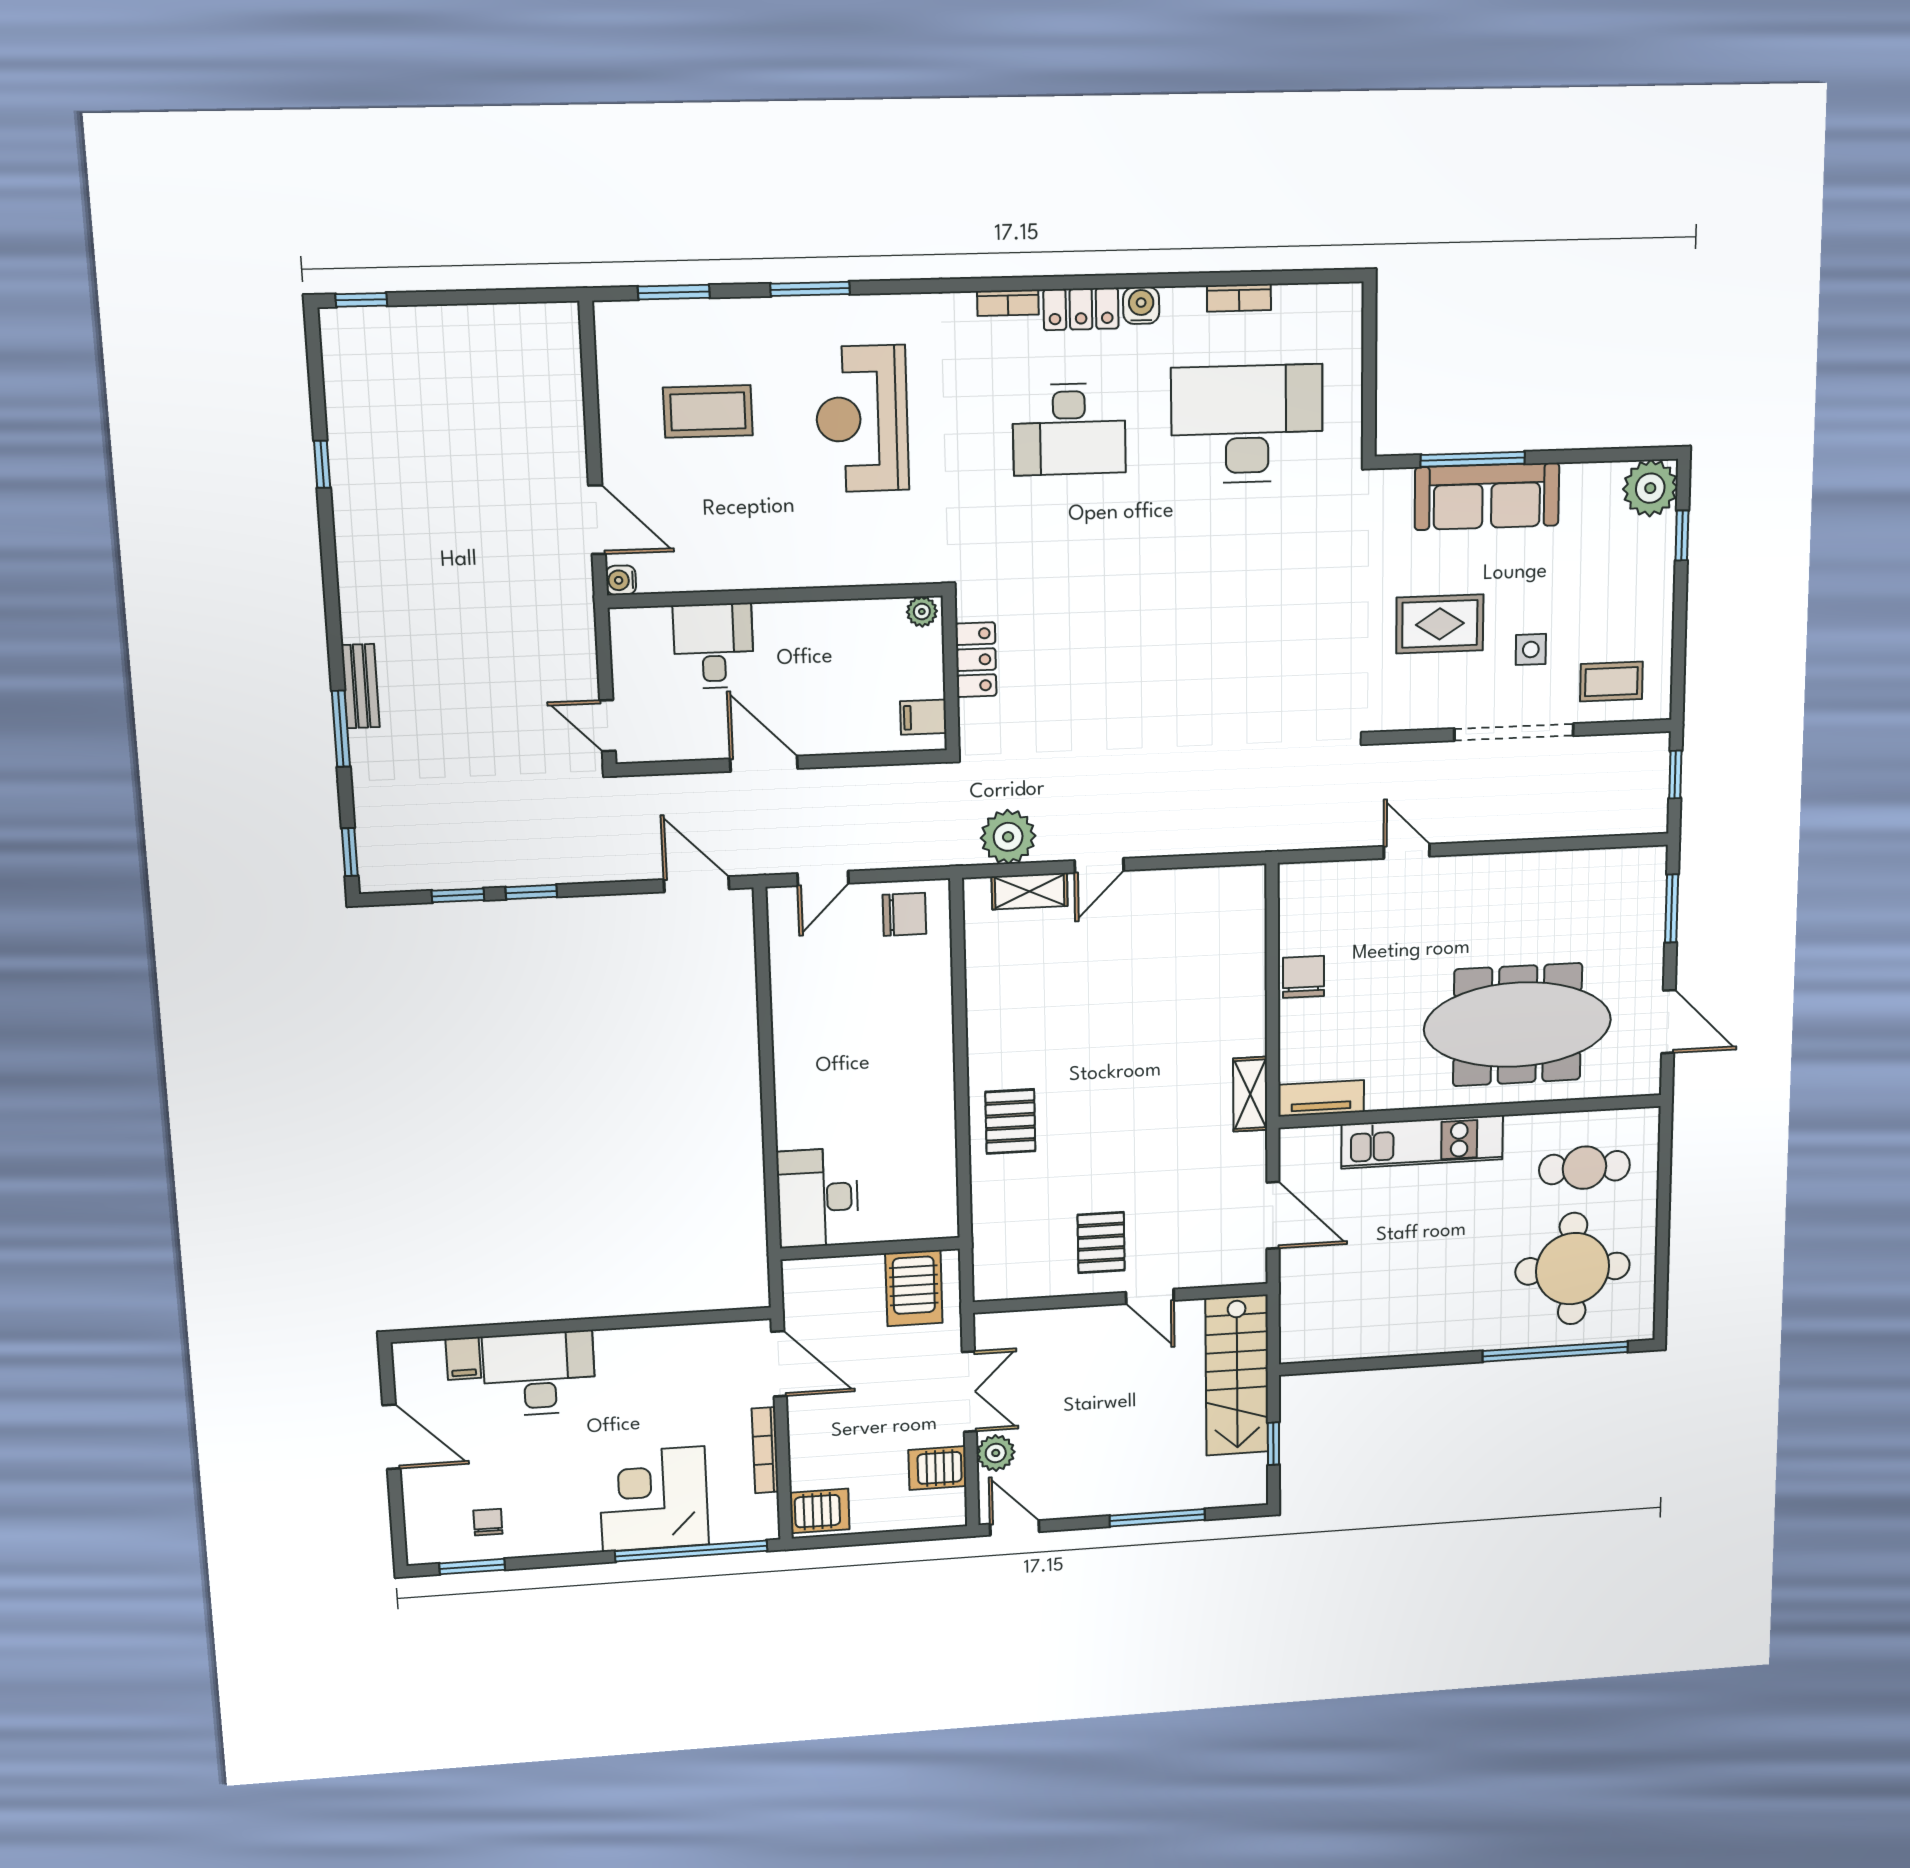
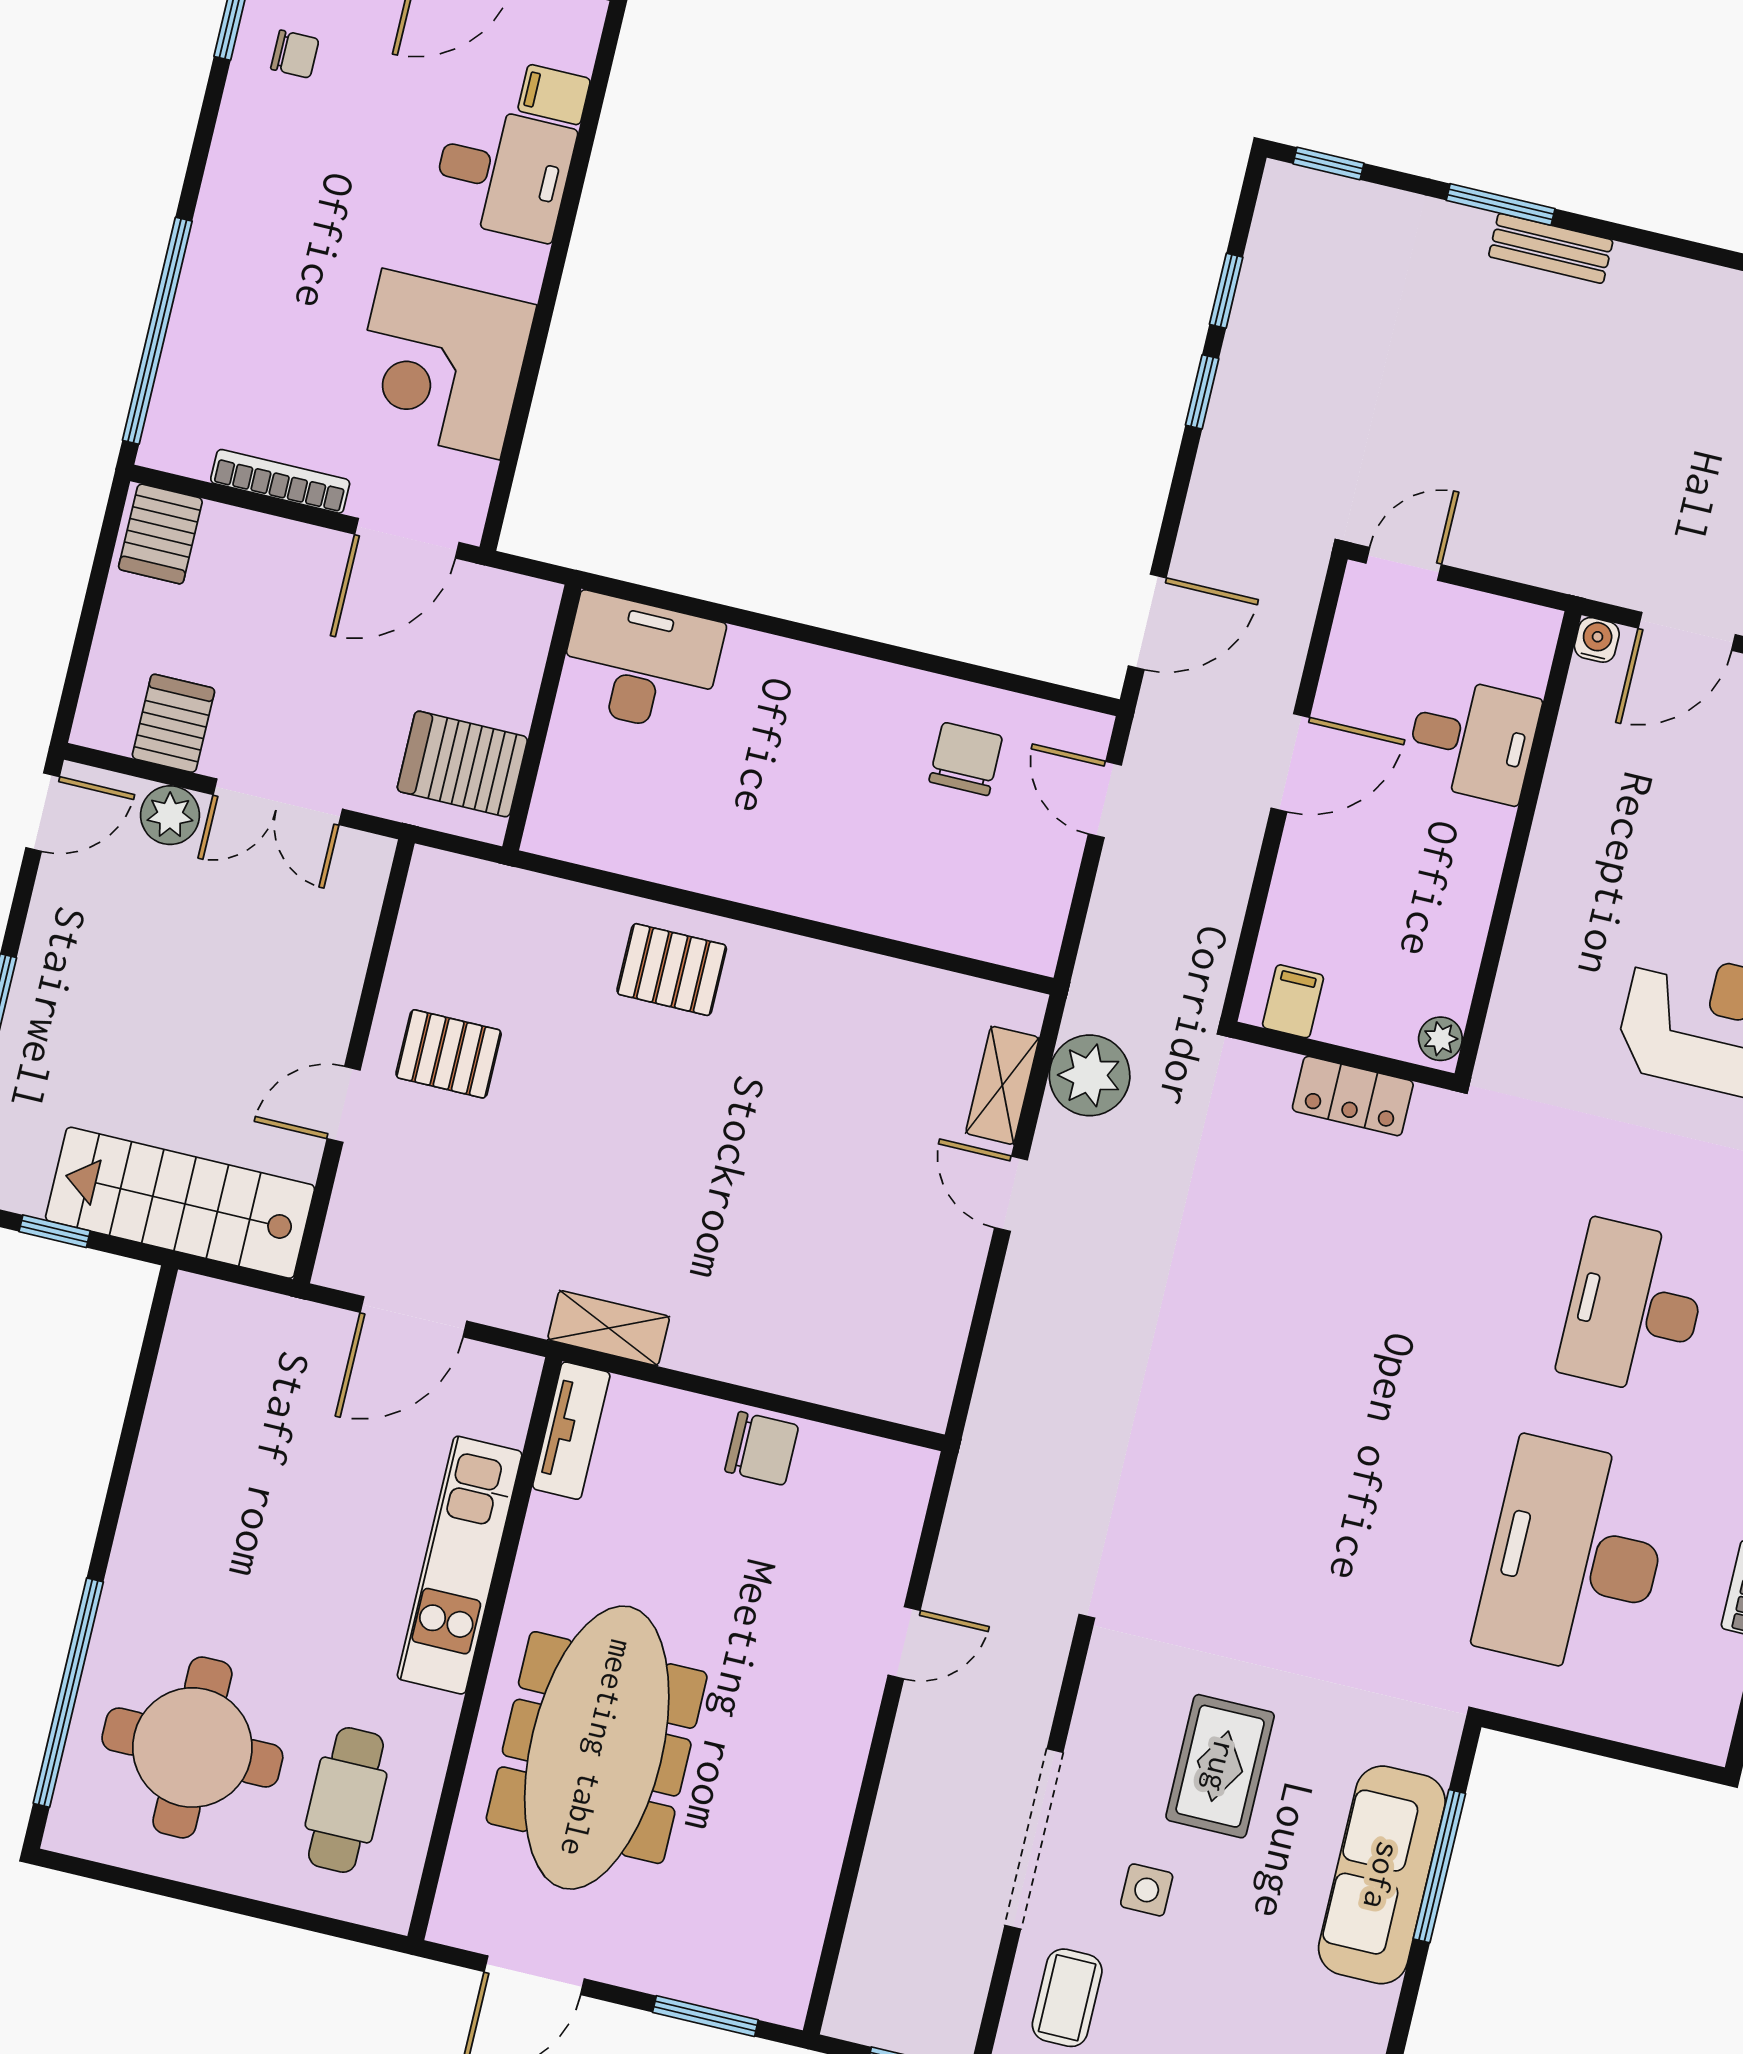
desk: (1247, 424) -> (1575, 1557), turned 180
chair: (904, 914) -> (966, 759), moved, turned 180
desk: (539, 1374) -> (503, 173), width x0.73
corner desk: (654, 1499) -> (441, 364), moved, turned 180

